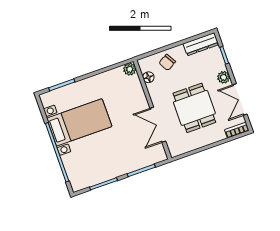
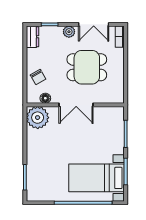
dresser: (201, 44) -> (32, 37), width x0.70
plant: (130, 69) -> (38, 118), width x1.88, depth x1.88
bed with nightstands: (79, 122) -> (97, 178), moved, turned -90
double door: (158, 125) -> (76, 105), moved

